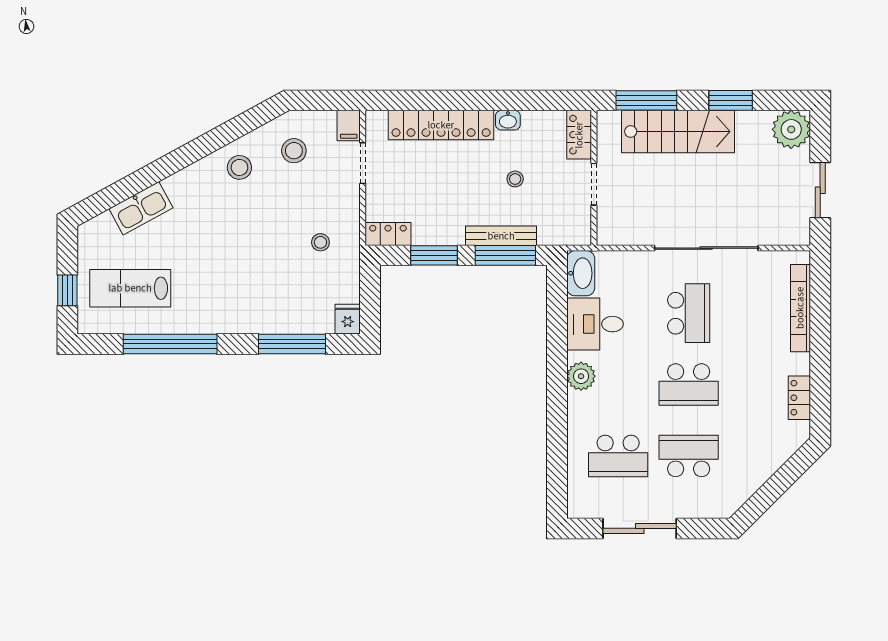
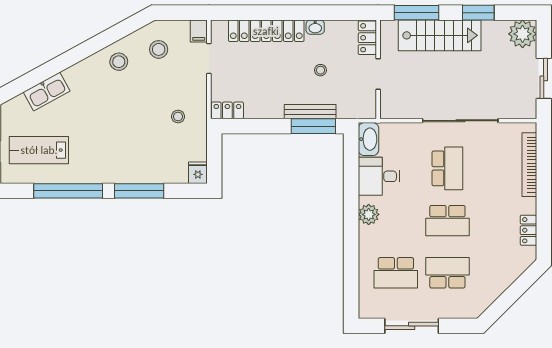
window: (434, 255) -> (261, 126), removed
window: (292, 344) -> (139, 191), moved

